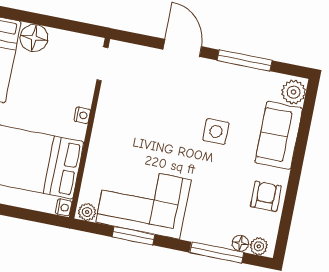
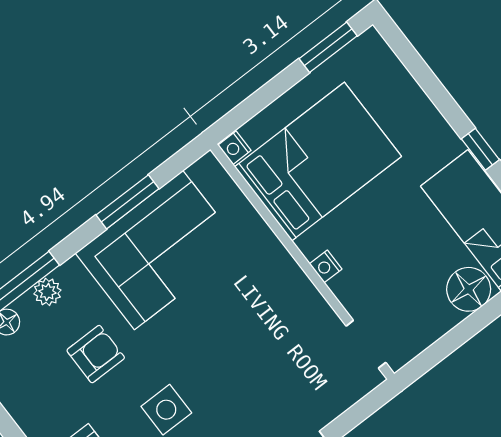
armchair: (266, 196) -> (96, 354), moved, turned -90
plant: (87, 212) -> (47, 292), moved

